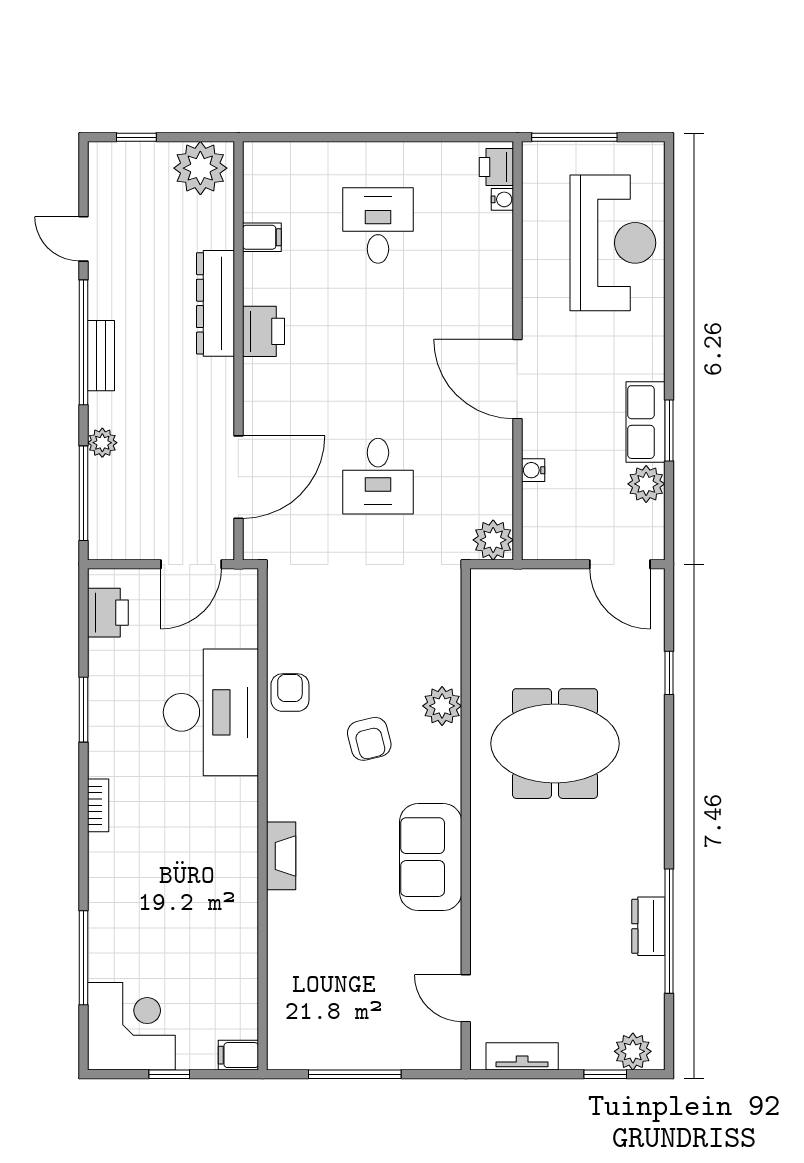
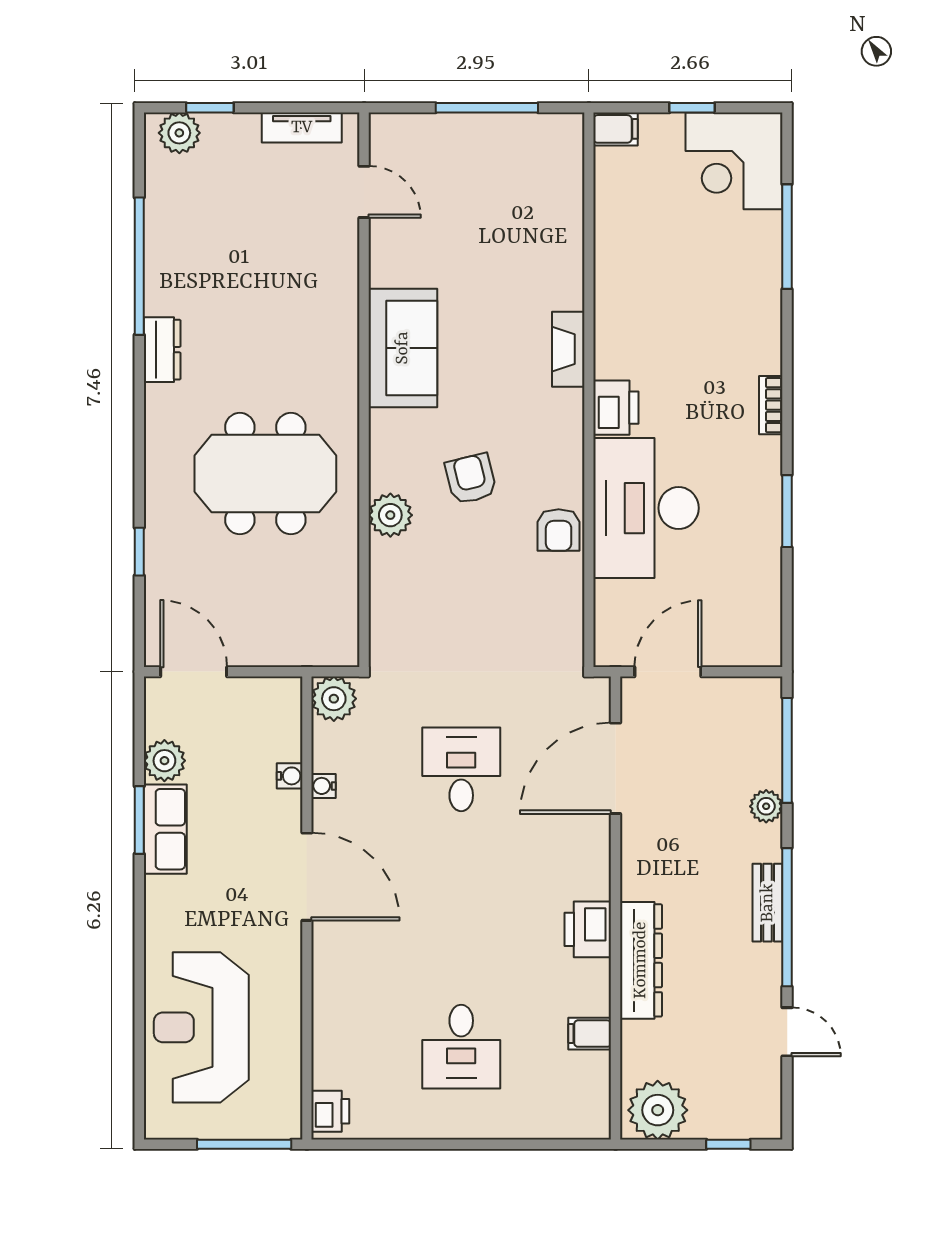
water cooler: (502, 199) -> (324, 786), moved
printer: (108, 613) -> (616, 408), moved, turned 180
dresser: (648, 926) -> (162, 350), moved

